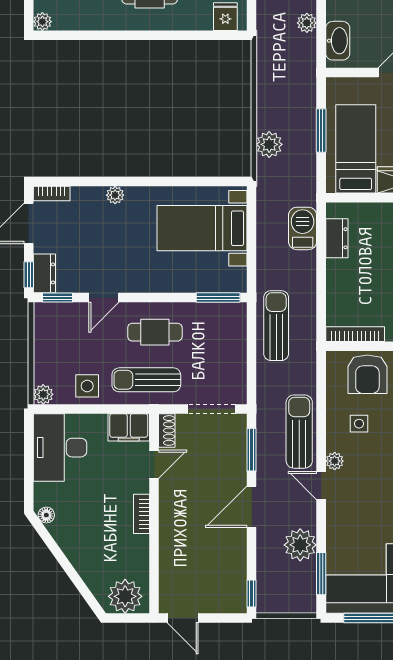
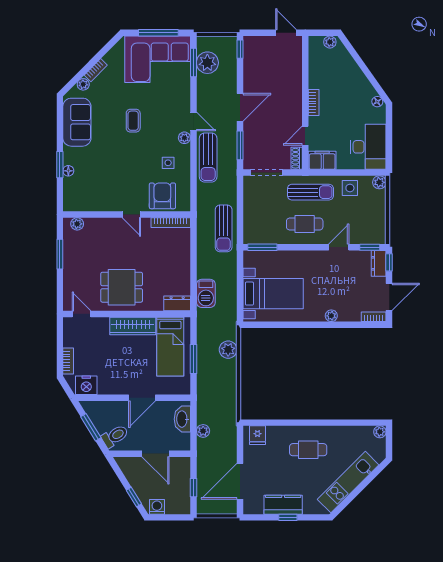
dresser: (337, 238) -> (177, 303), moved, turned 90
plant: (300, 545) -> (207, 63), moved
plant: (125, 596) -> (330, 42), width x0.53, depth x0.53

